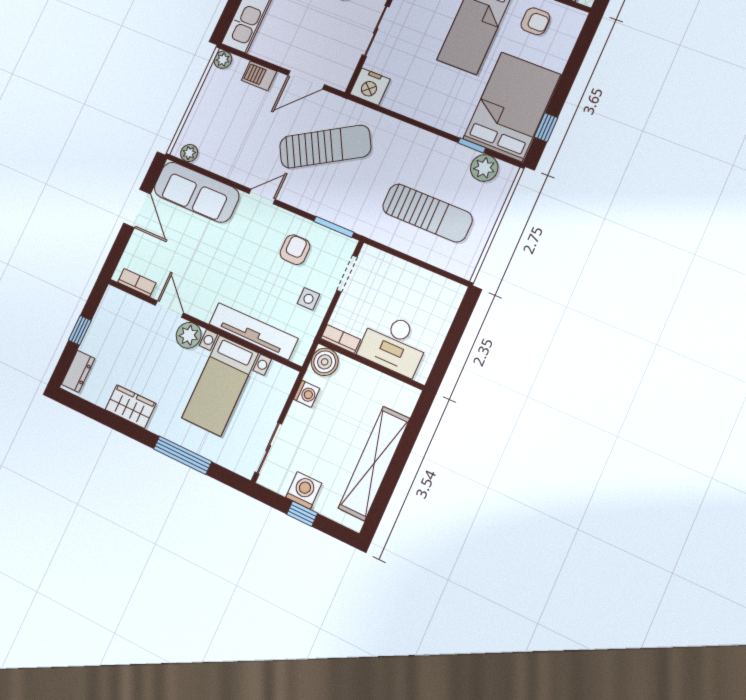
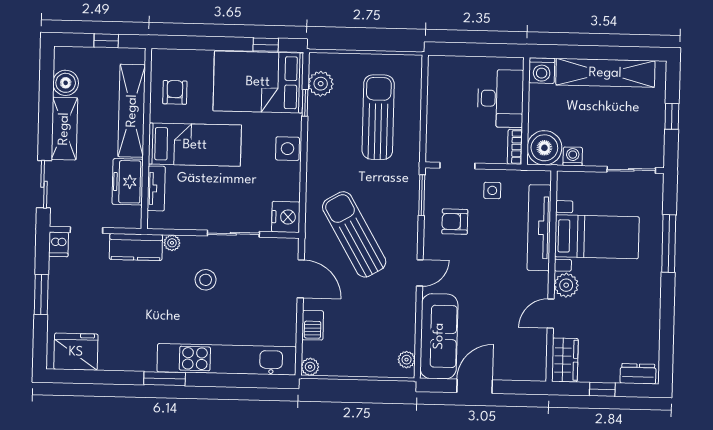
side table: (434, 112) -> (288, 149), added
door: (262, 196) -> (420, 273), swing flipped
bookcase: (137, 283) -> (540, 355), removed
boiler: (325, 362) -> (544, 148), width x1.37, depth x1.37
wardrobe: (131, 407) -> (565, 360), moved, turned 180
washing machine: (304, 490) -> (542, 71), moved, turned -90

